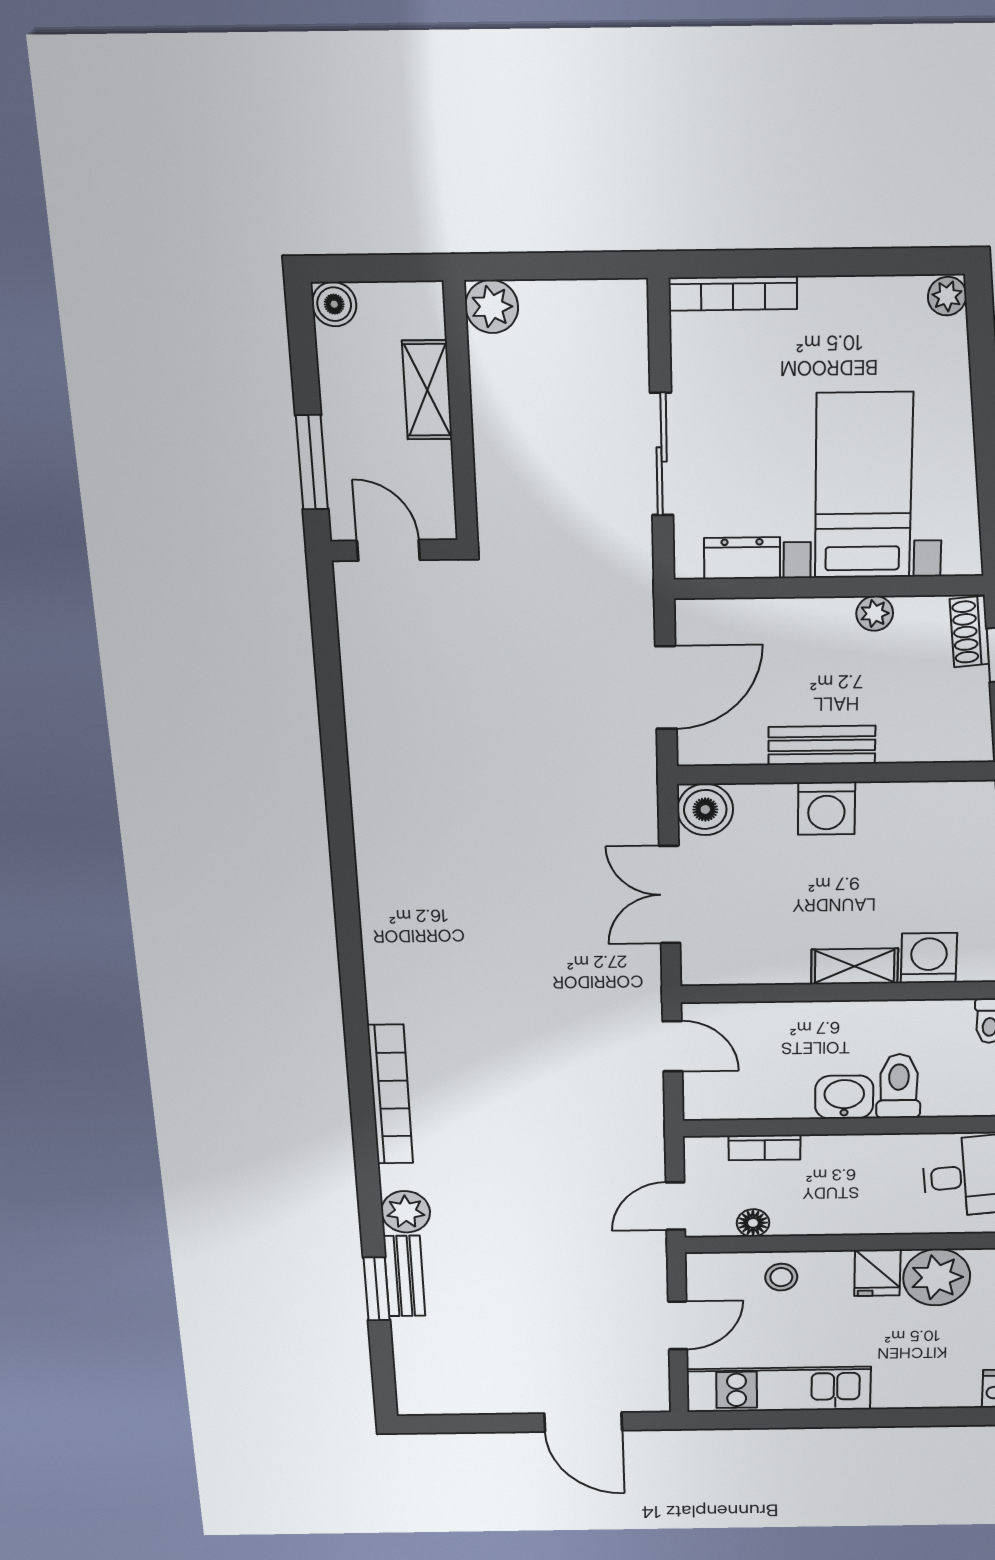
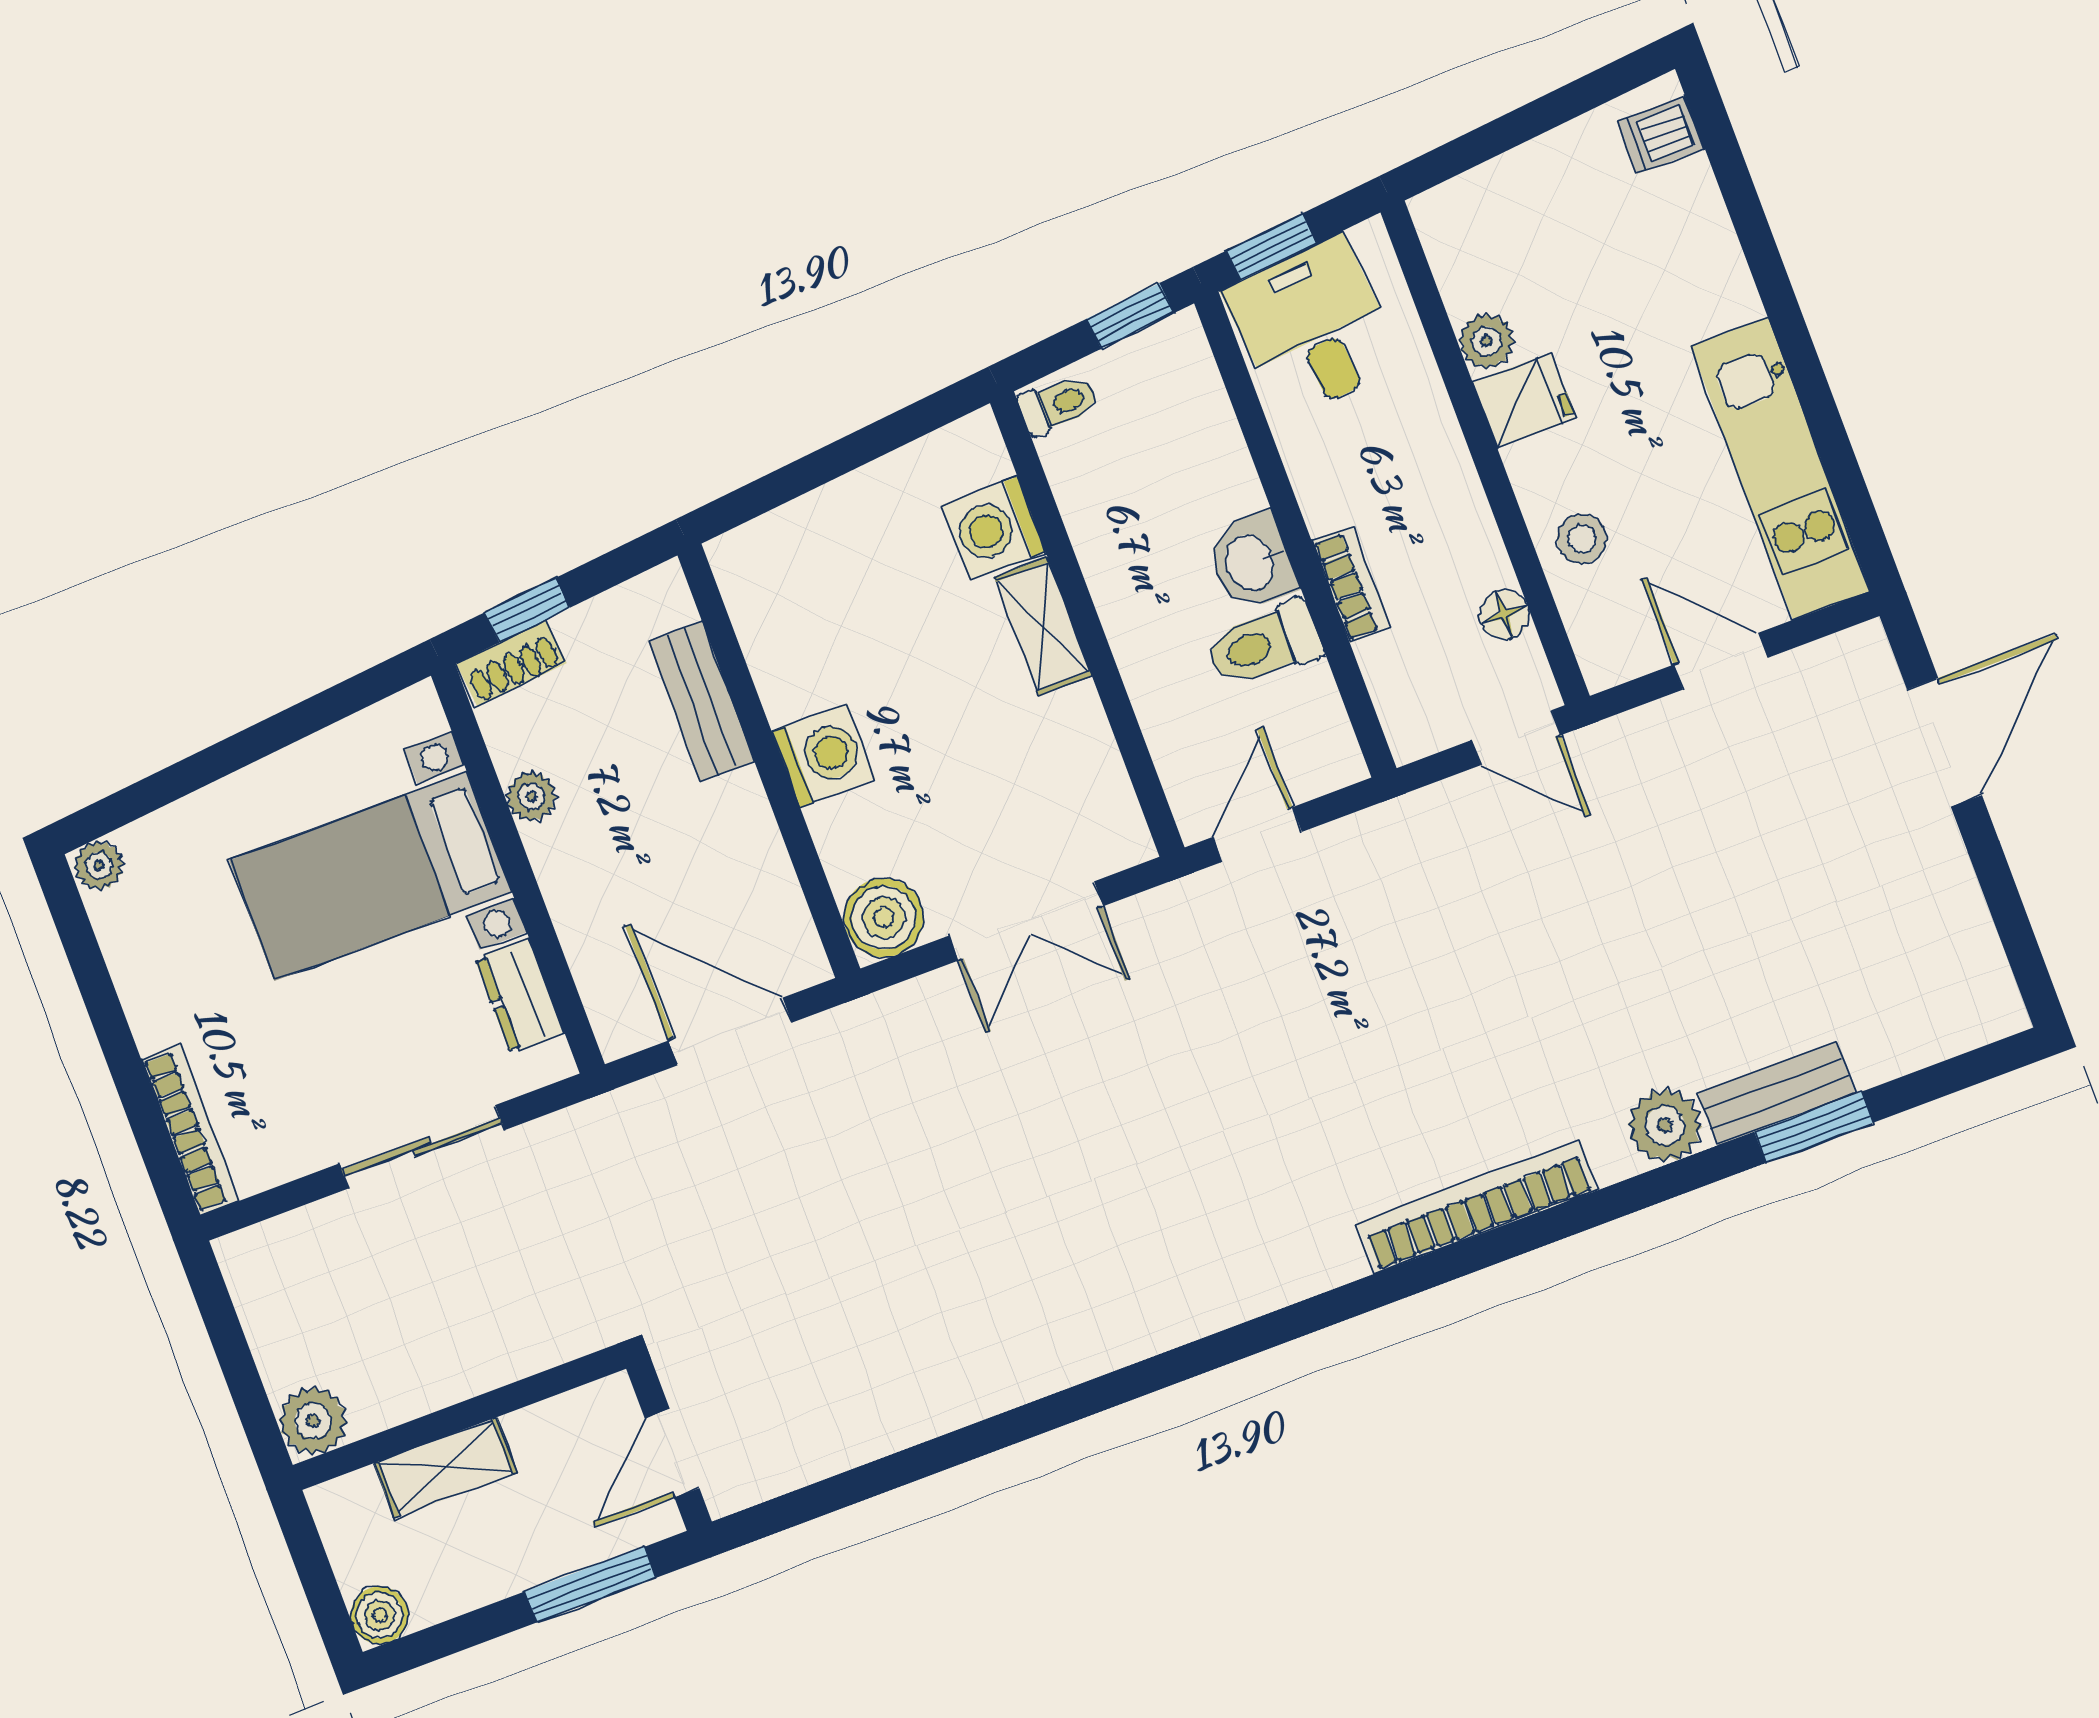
bench: (822, 745) -> (701, 701), moved
toilet: (899, 1086) -> (1264, 645), moved
bookcase: (765, 1148) -> (1351, 585), moved
plant: (937, 1277) -> (1487, 341), width x0.53, depth x0.53

